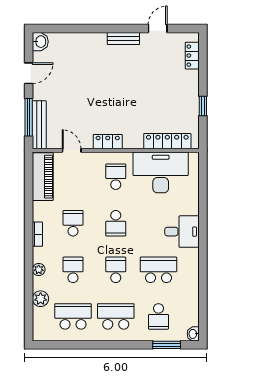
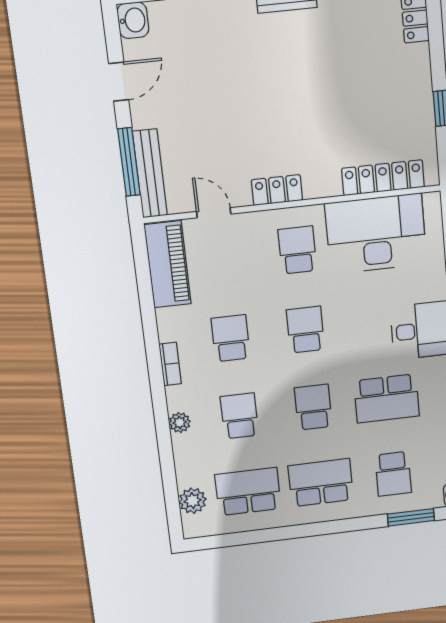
school desk: (116, 223) -> (305, 330), turned 180
school desk: (158, 270) -> (387, 398), turned 180
plant: (41, 299) -> (193, 501), moved

